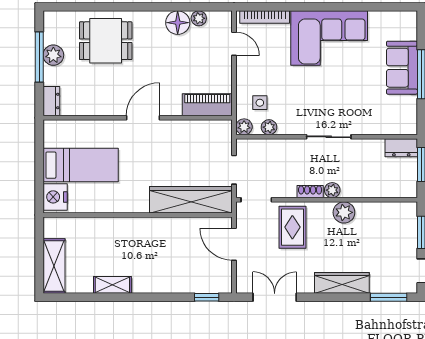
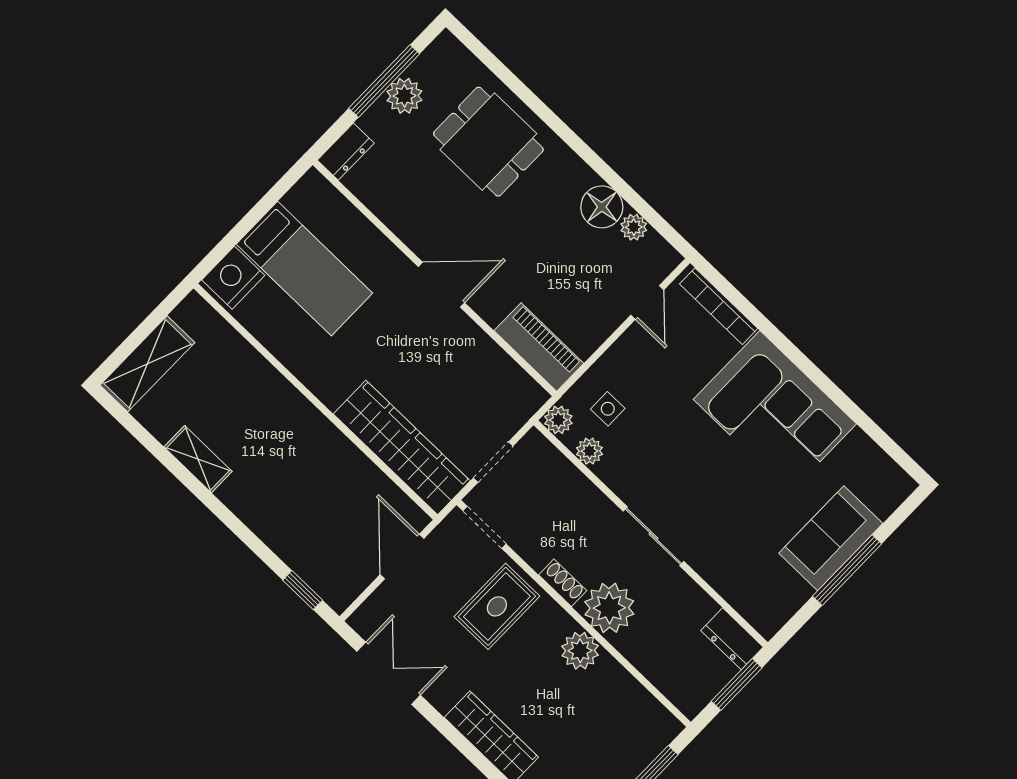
plant: (332, 190) -> (609, 608), width x1.88, depth x1.88

